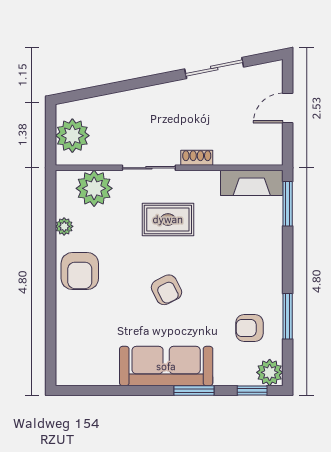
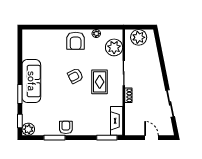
armchair: (80, 271) -> (76, 41), turned -90
armchair: (166, 290) -> (75, 76), moved
armchair: (249, 328) -> (66, 127), moved

